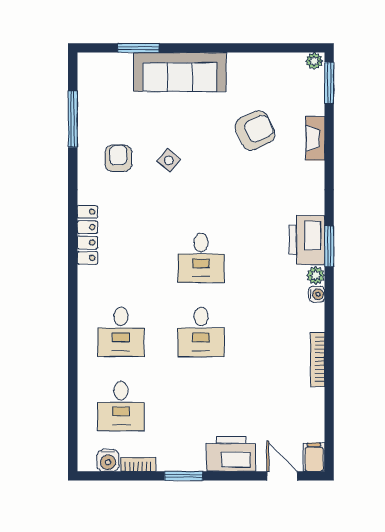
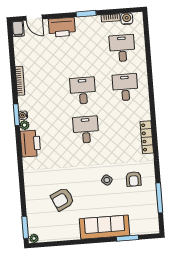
fireplace: (315, 138) -> (30, 198), removed
window: (329, 246) -> (16, 115), moved

